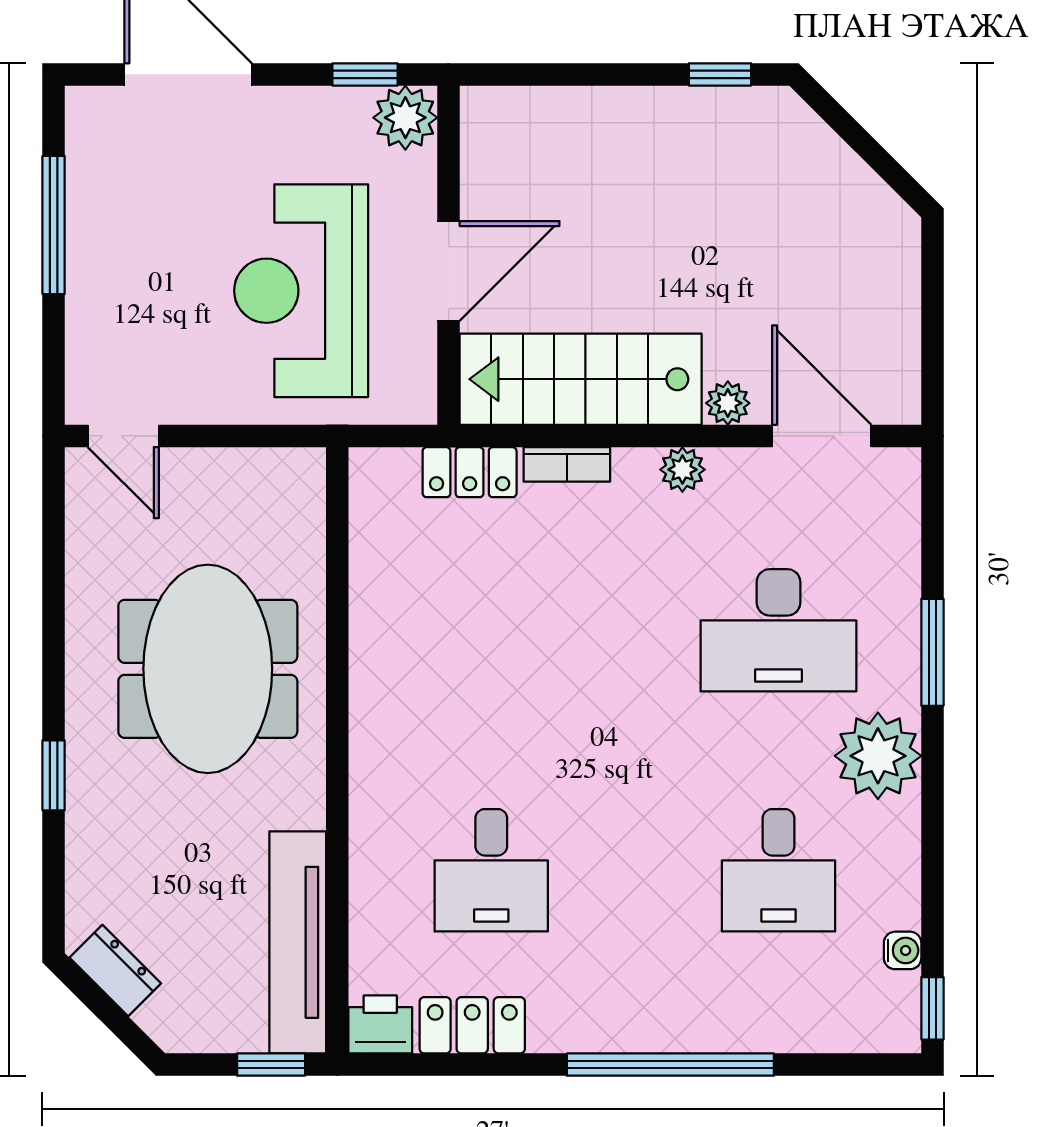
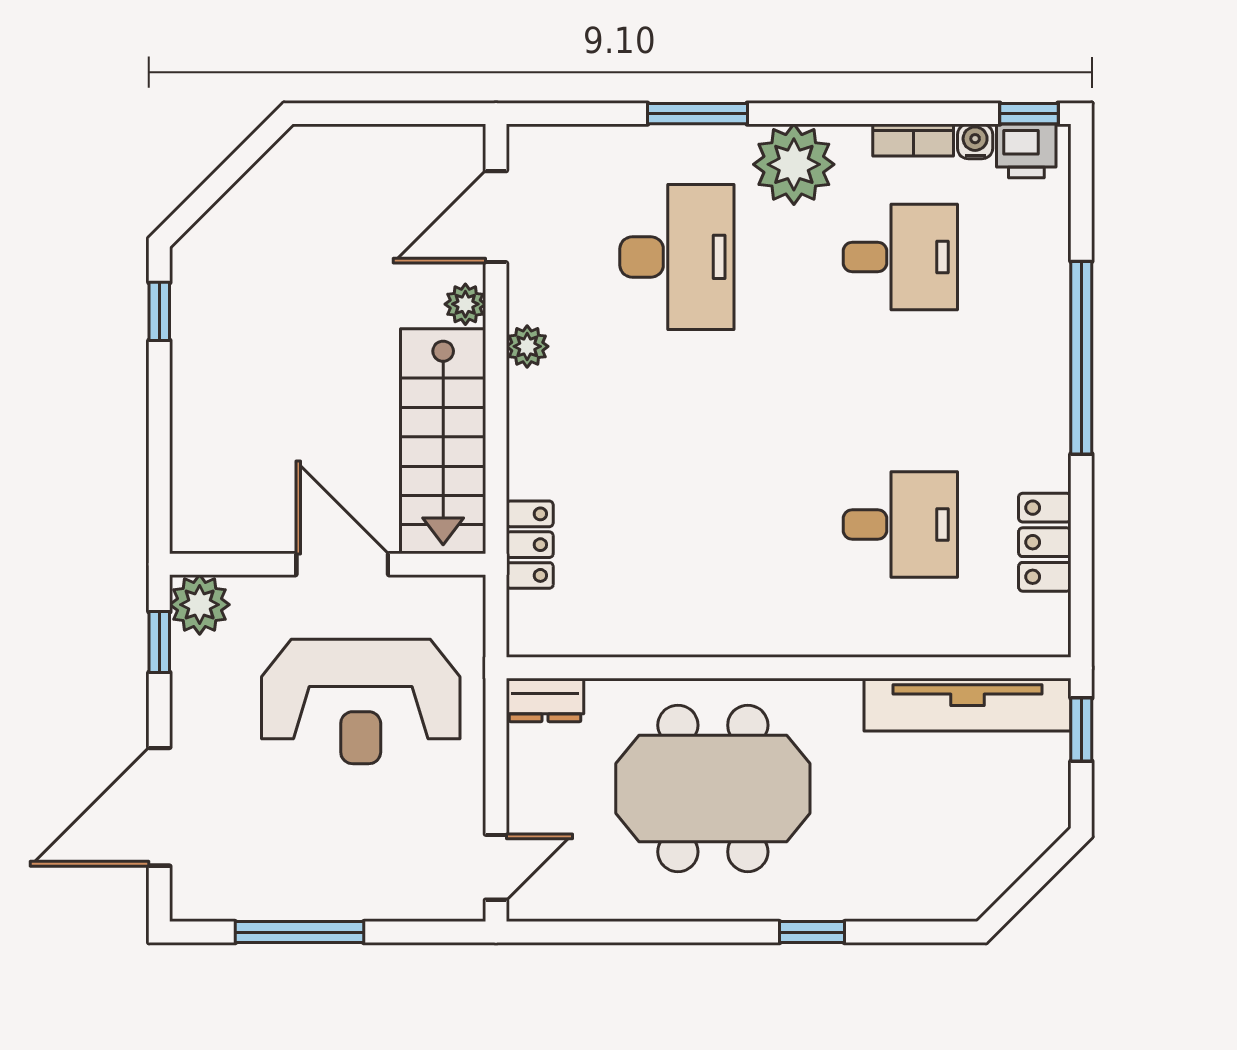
bookcase: (567, 464) -> (913, 140), moved, turned 90
dresser: (115, 971) -> (545, 700), moved, turned -135
printer: (380, 1024) -> (1026, 151), moved, turned -90

